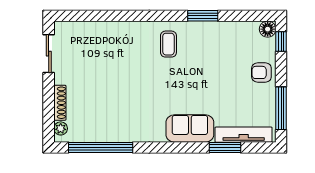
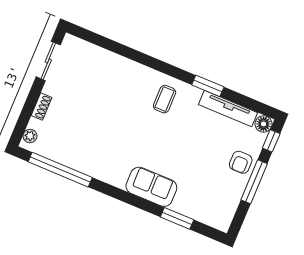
armchair: (261, 72) -> (241, 162), turned -90
shoe rack: (60, 103) -> (42, 107), width x0.70
window: (281, 108) -> (254, 182), moved
tv unit: (244, 135) -> (228, 109), moved, turned 180

